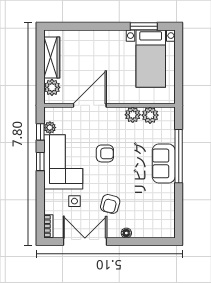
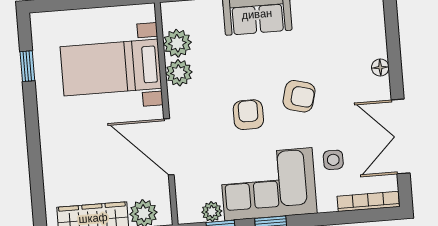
window: (144, 26) -> (27, 66), width x0.67
bed with nightstands: (151, 59) -> (111, 68), moved, turned 180
armchair: (110, 204) -> (299, 96), moved
bookcase: (48, 226) -> (368, 201), width x1.56

